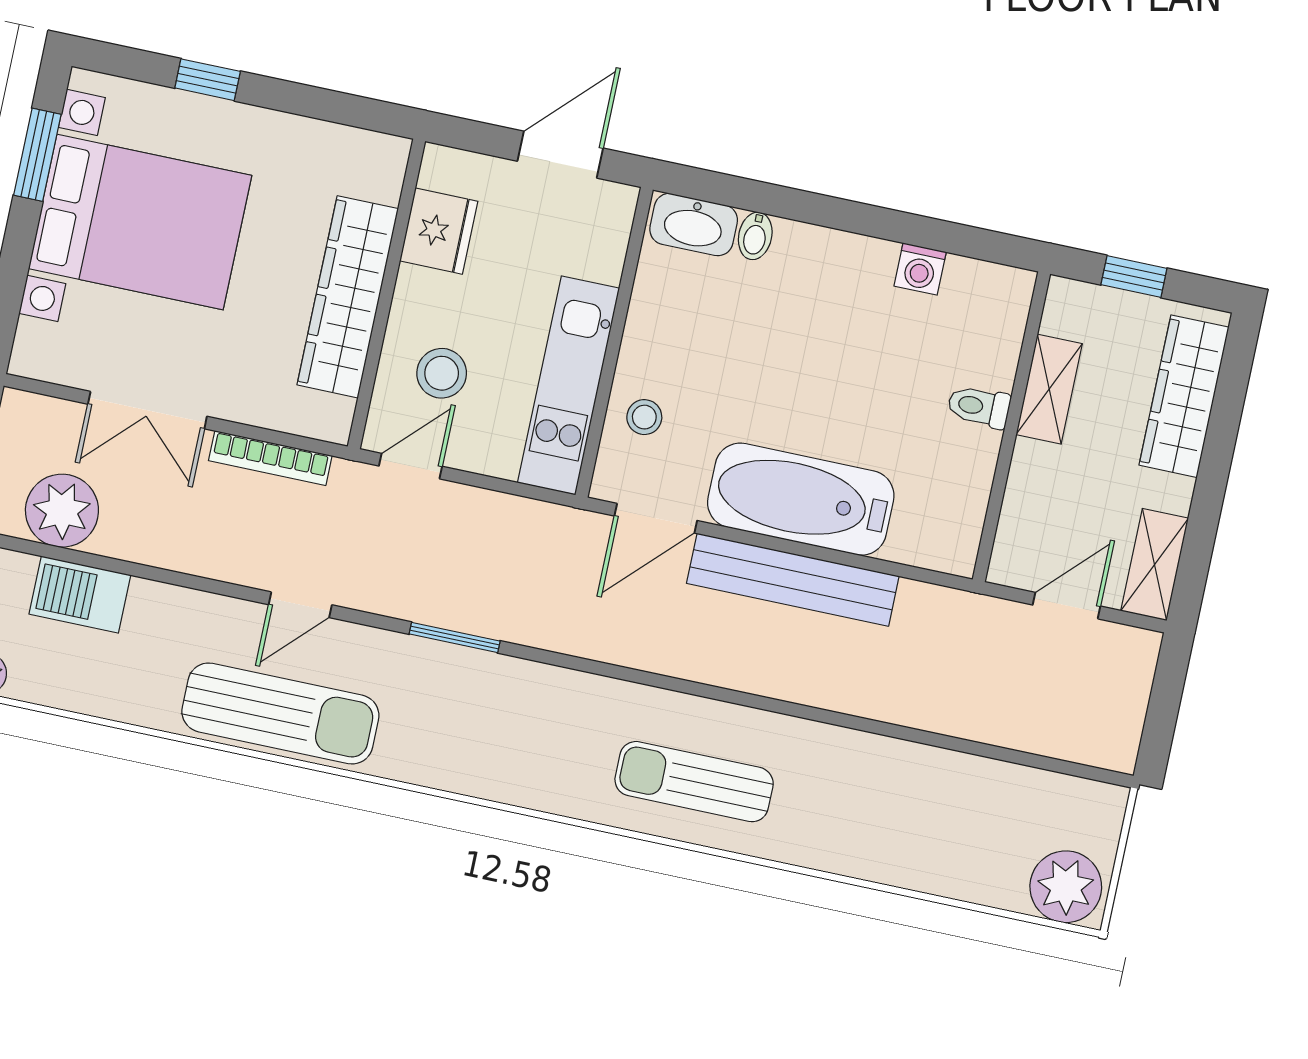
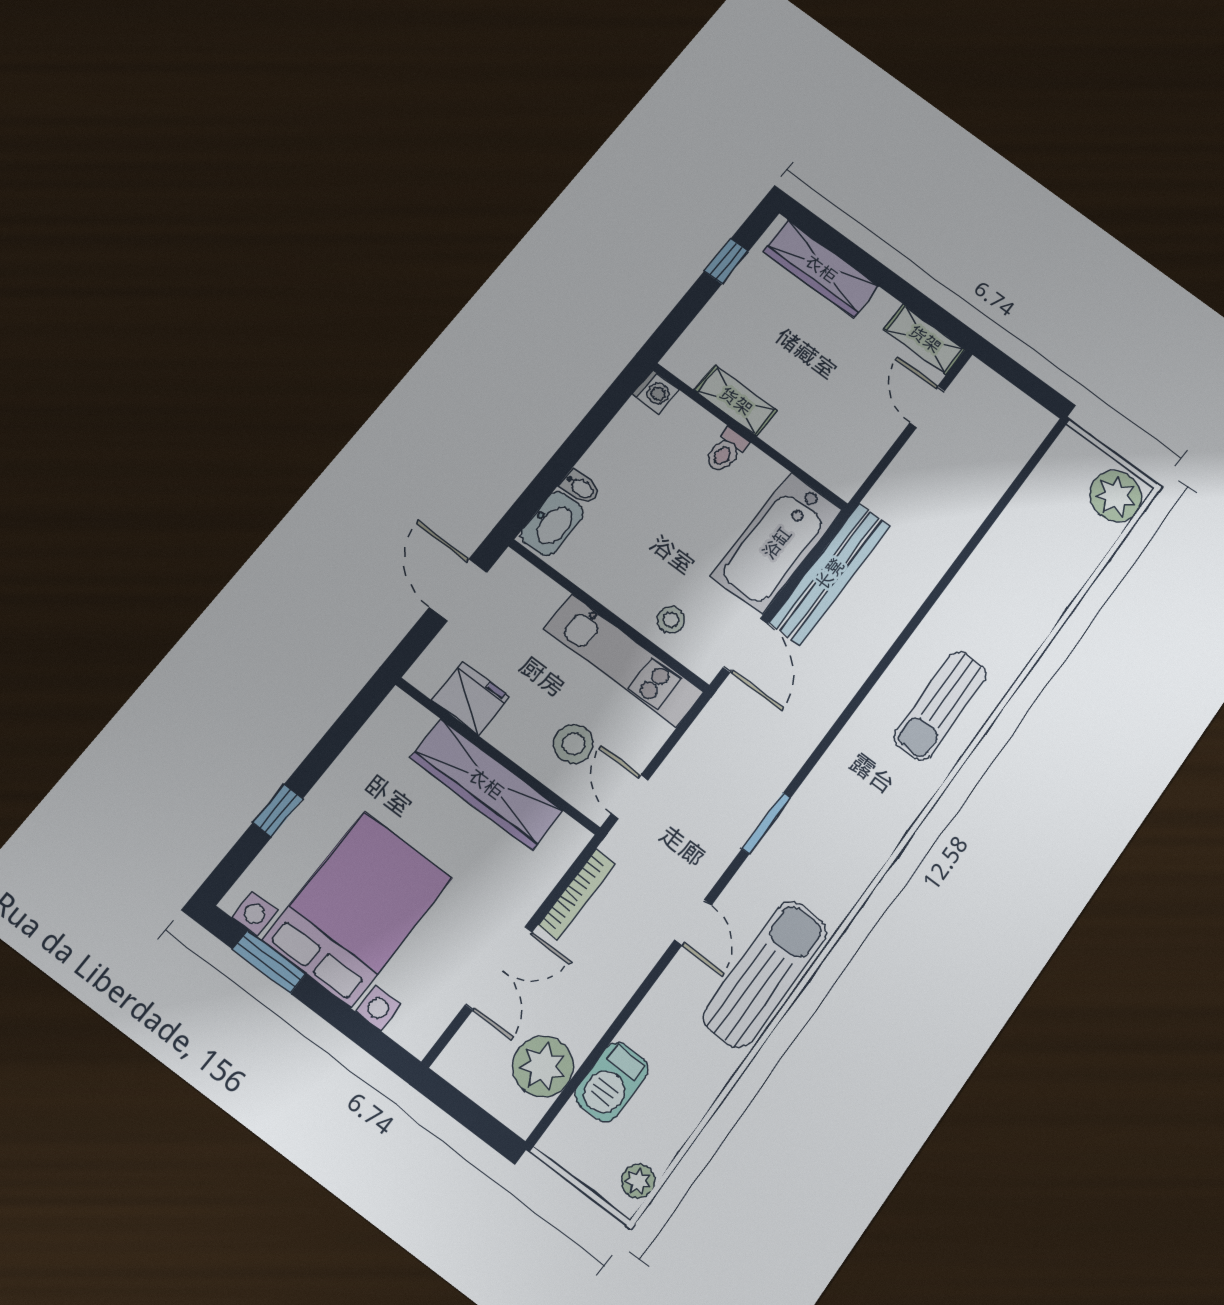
shelving: (1049, 389) -> (736, 401), moved
toilet: (979, 407) -> (726, 451), moved
wall: (1011, 427) -> (750, 437), moved

